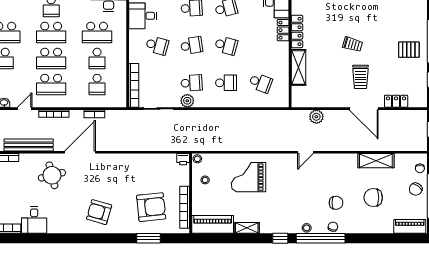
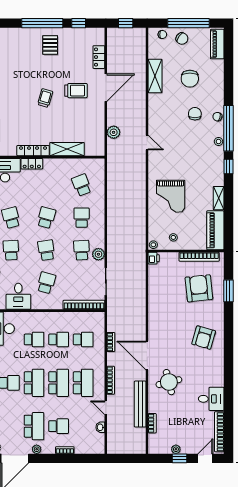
school desk: (97, 32) -> (34, 339), width x0.54
school desk: (261, 83) -> (82, 185), turned -42

